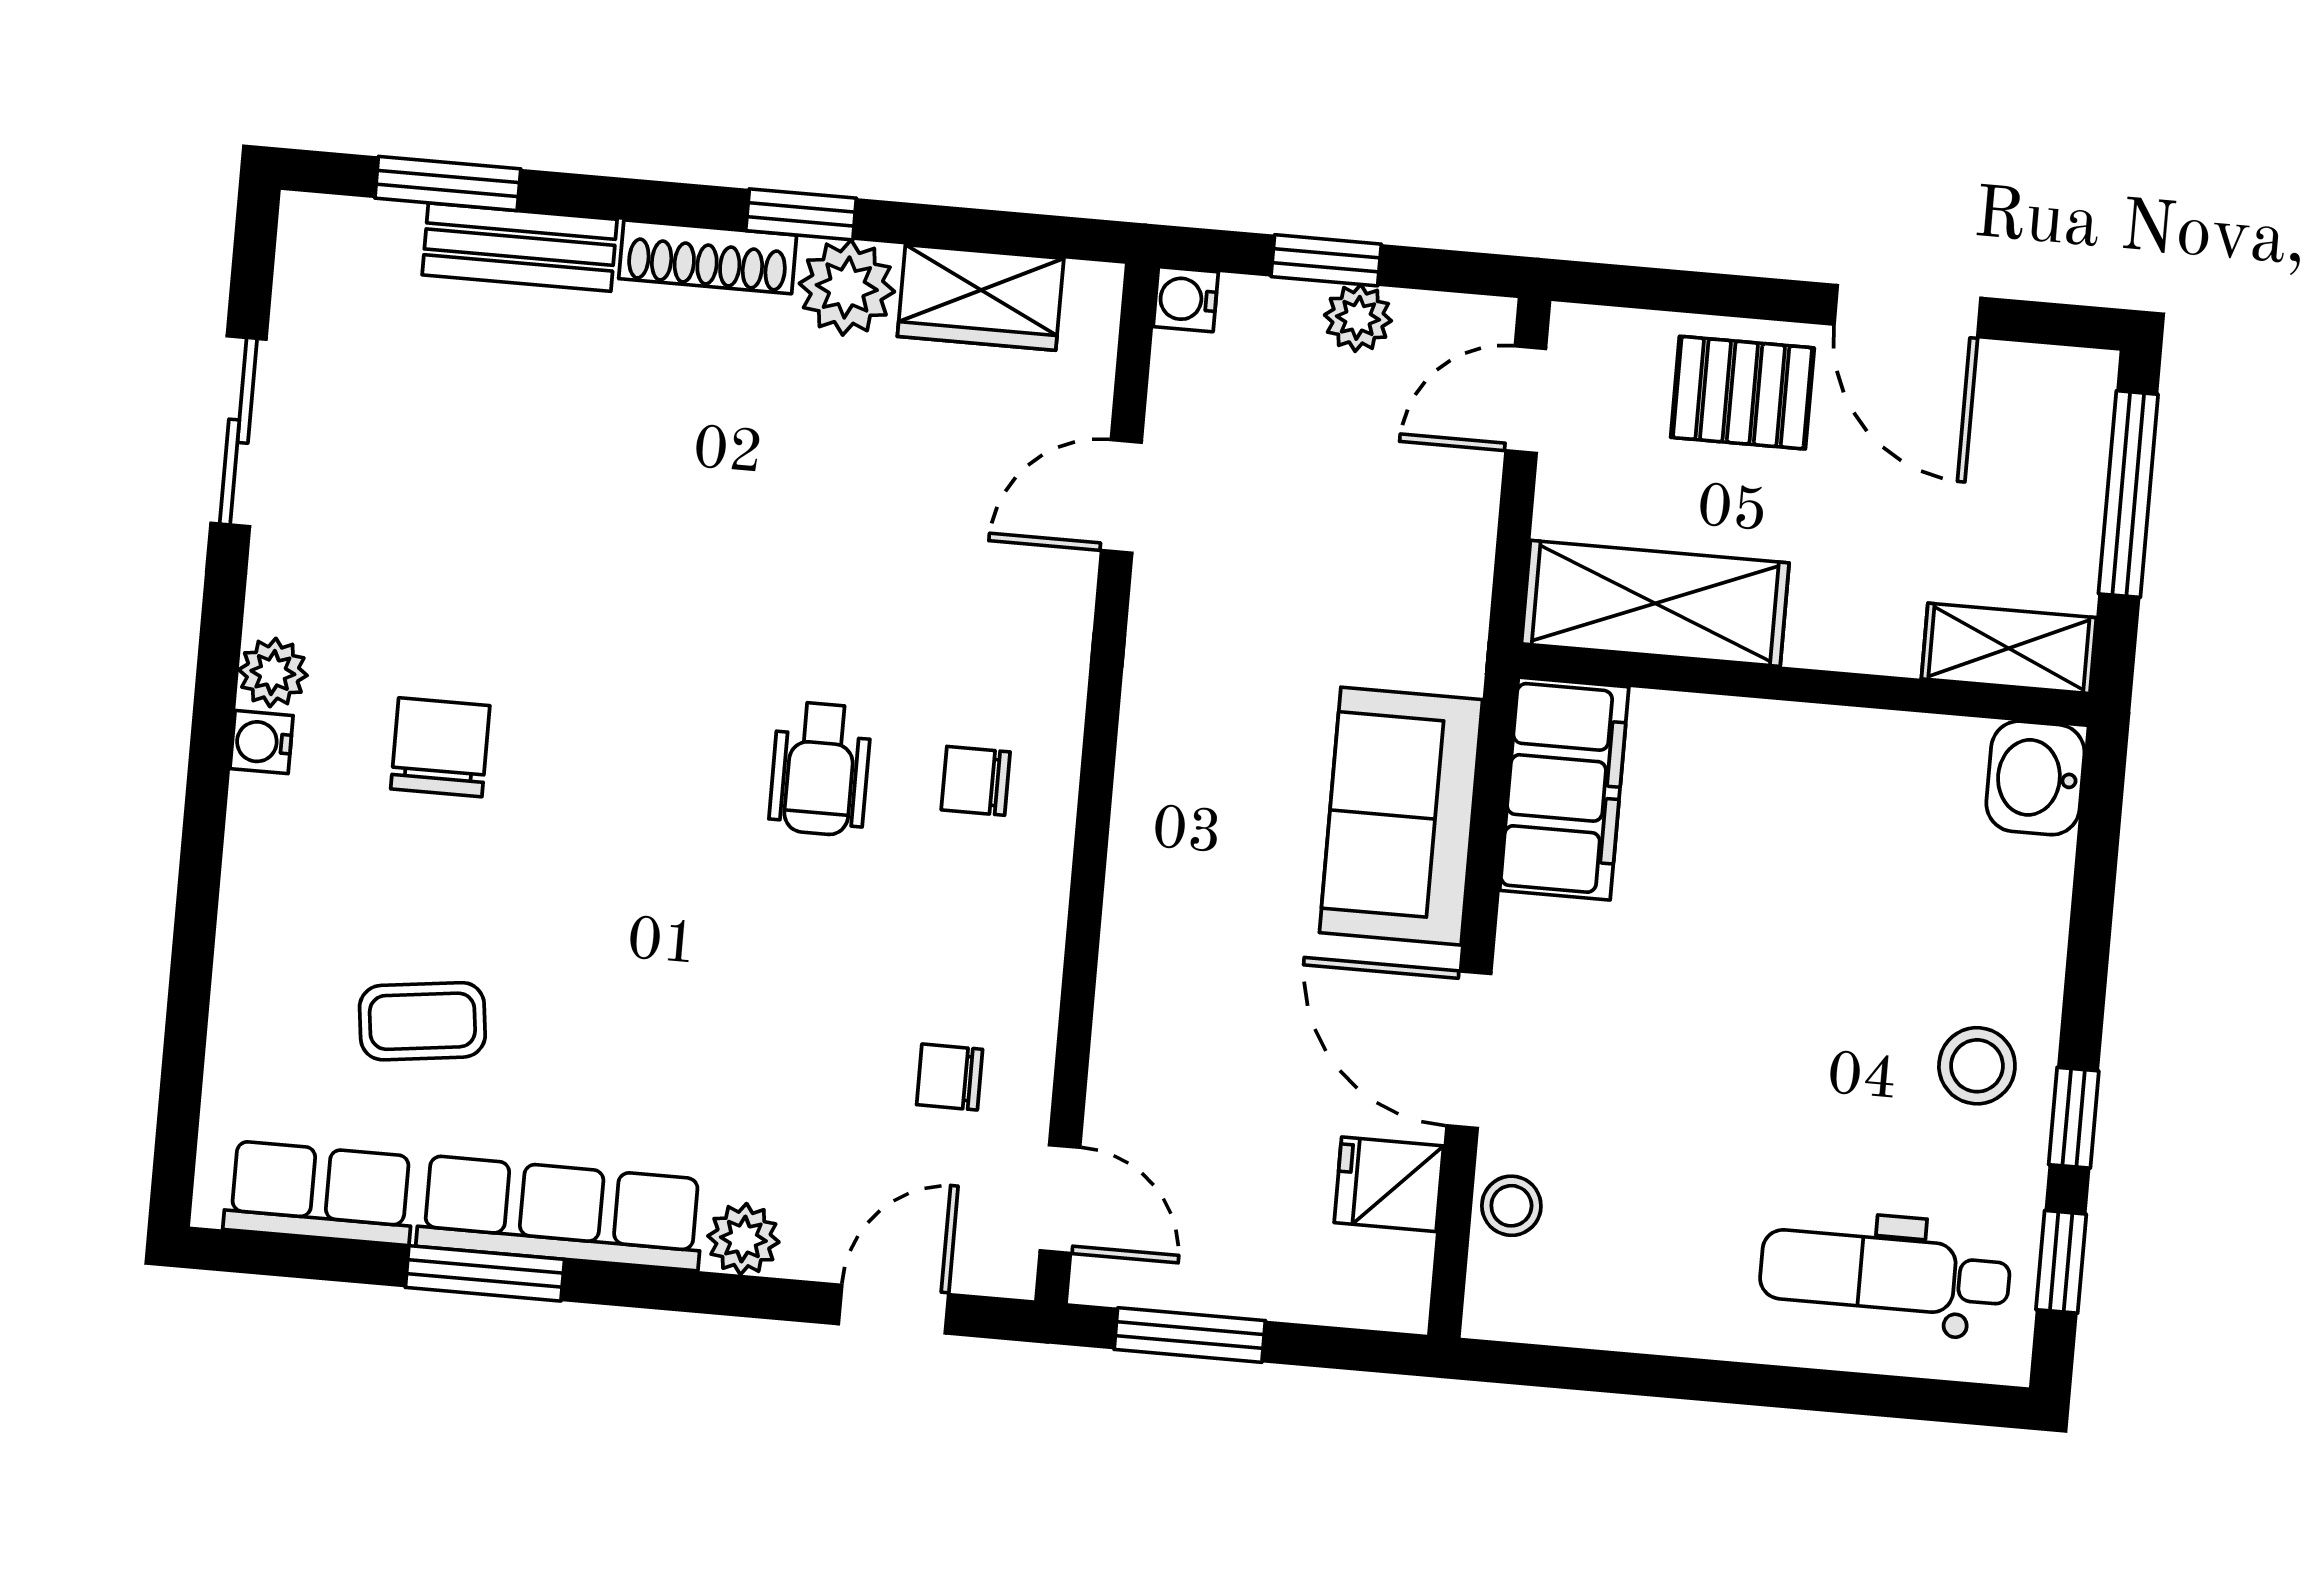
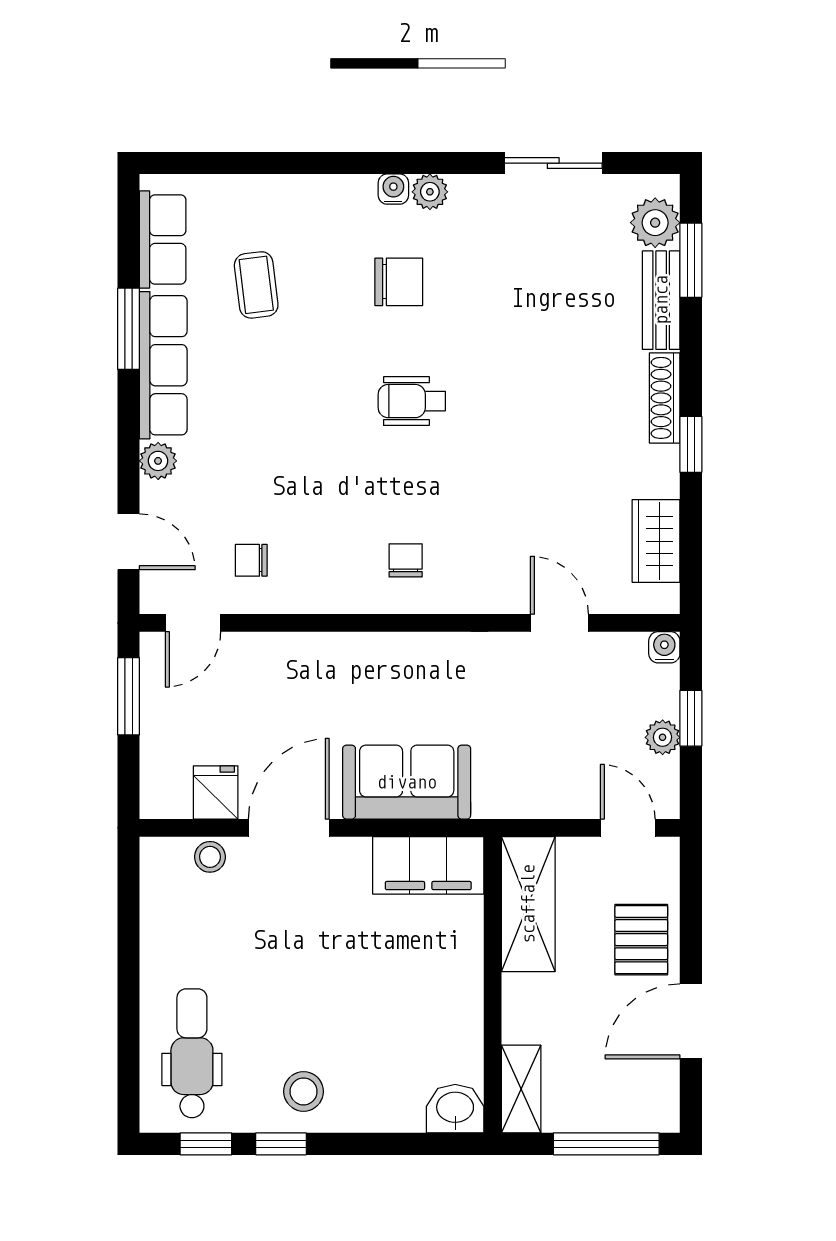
plant: (847, 287) -> (655, 223), moved
wheelchair: (820, 769) -> (412, 401), moved
chair: (950, 1077) -> (251, 560), turned -90

